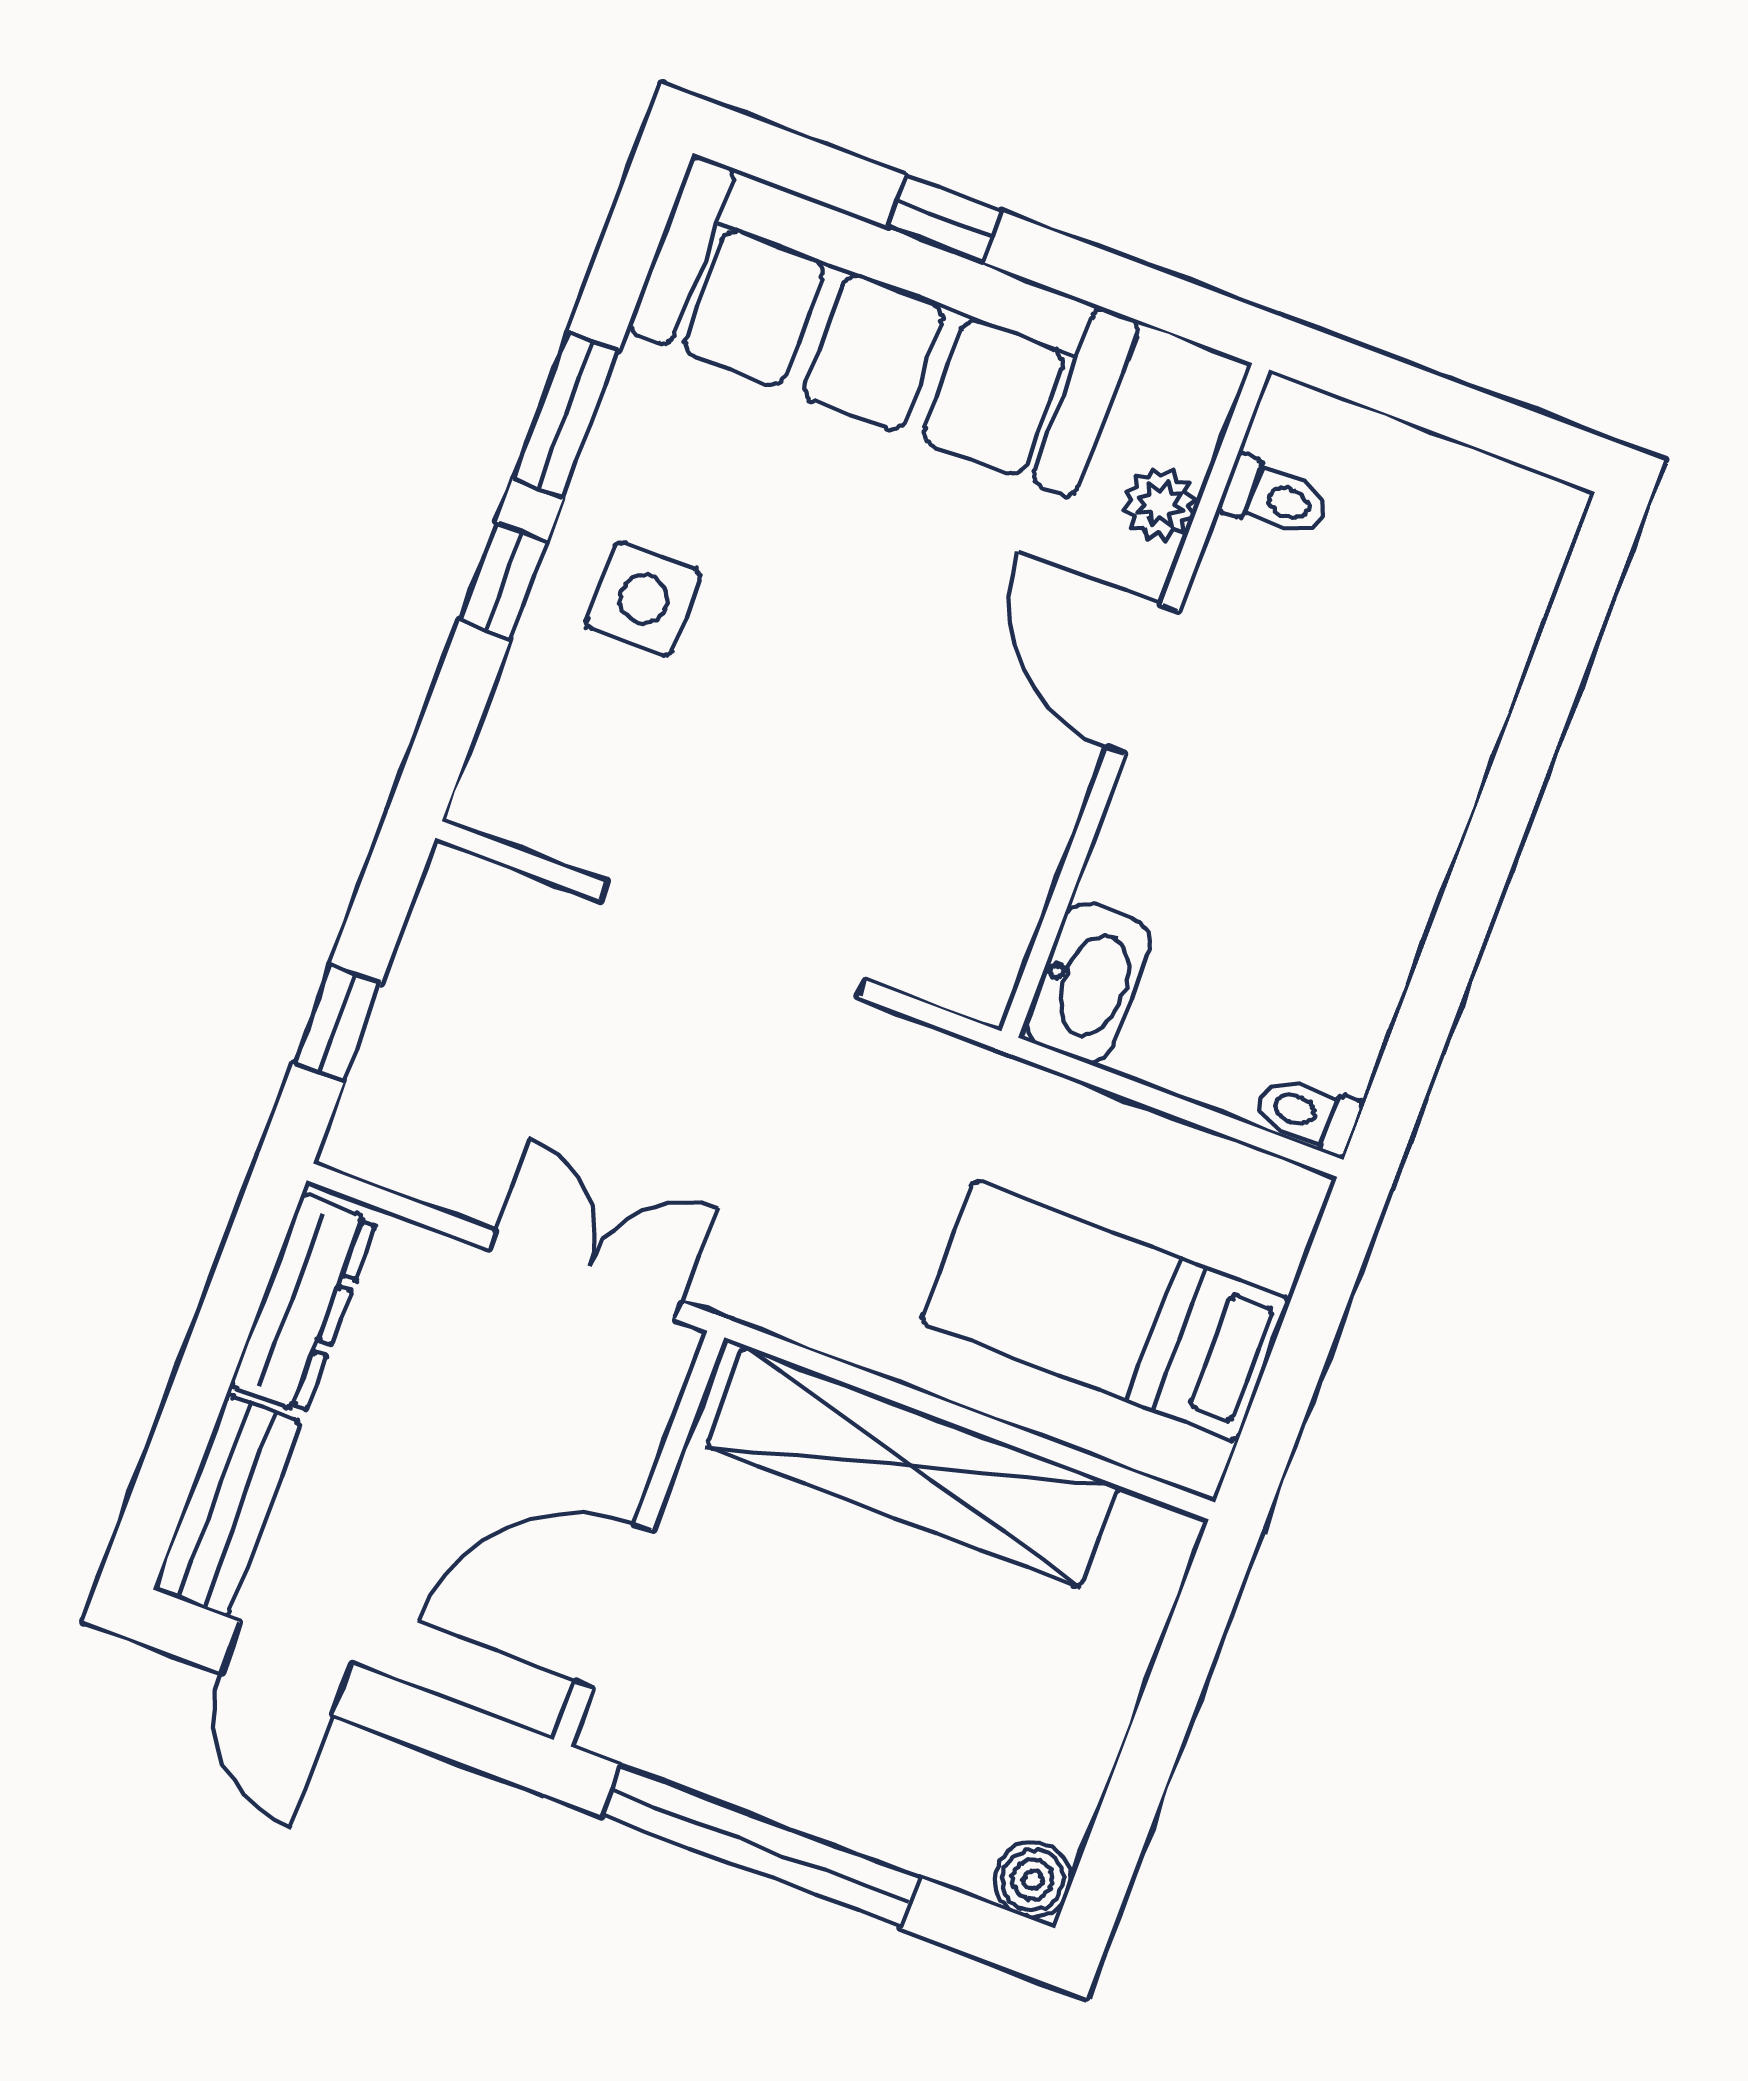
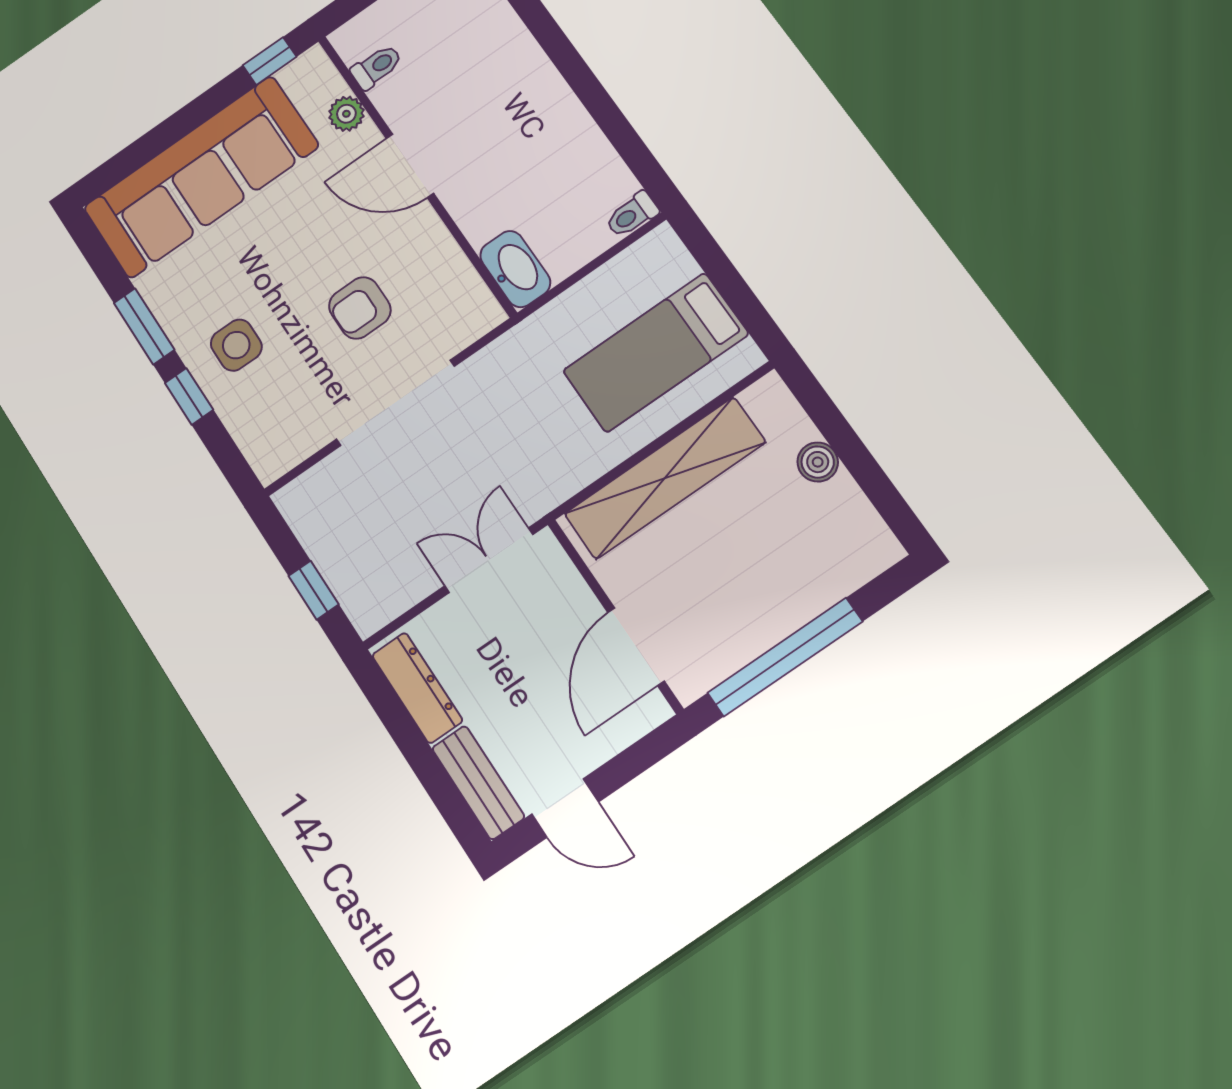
window: (945, 219) -> (270, 61), moved
armchair: (848, 766) -> (360, 308), added
boiler: (1033, 1880) -> (818, 462), moved

